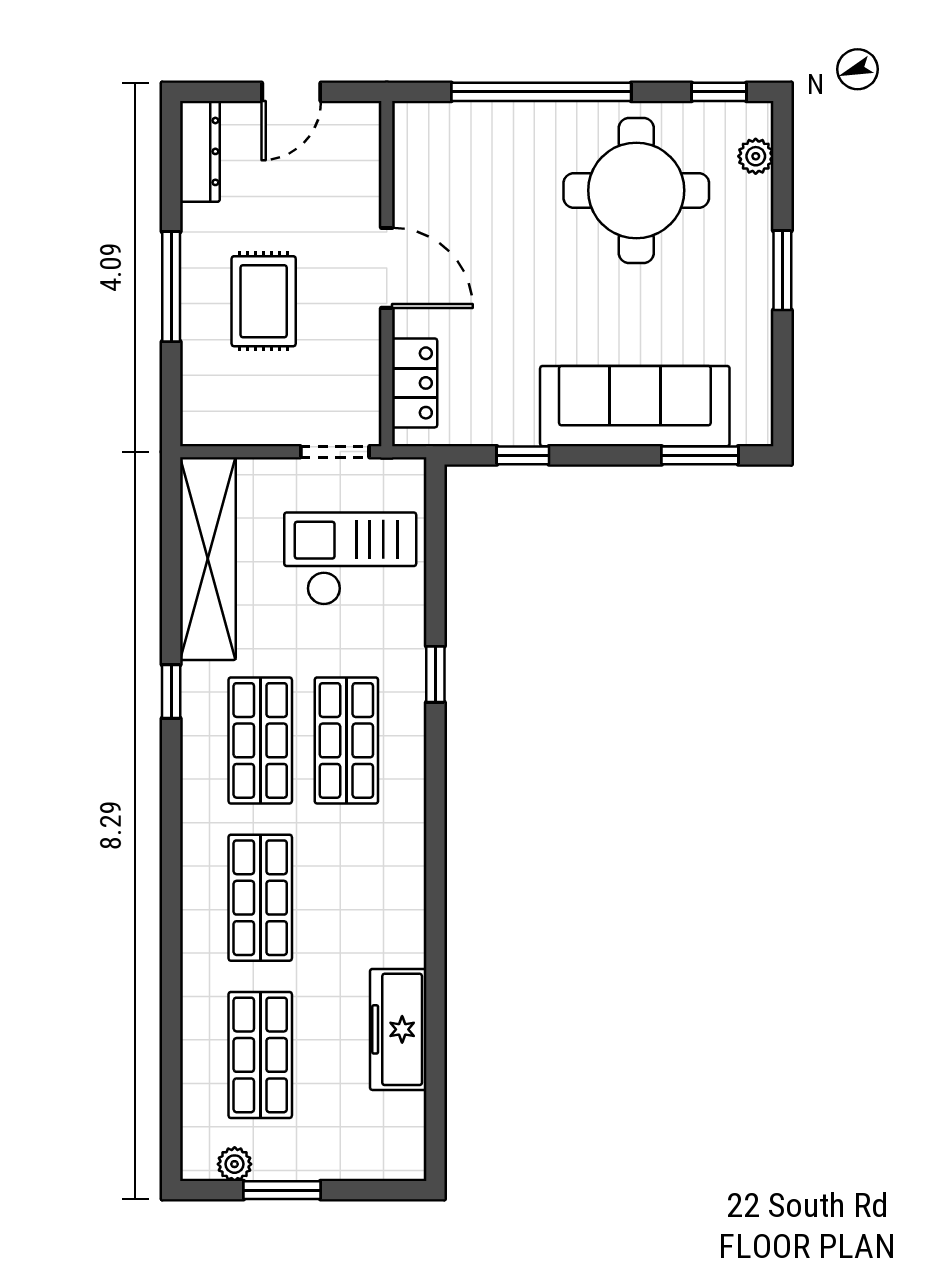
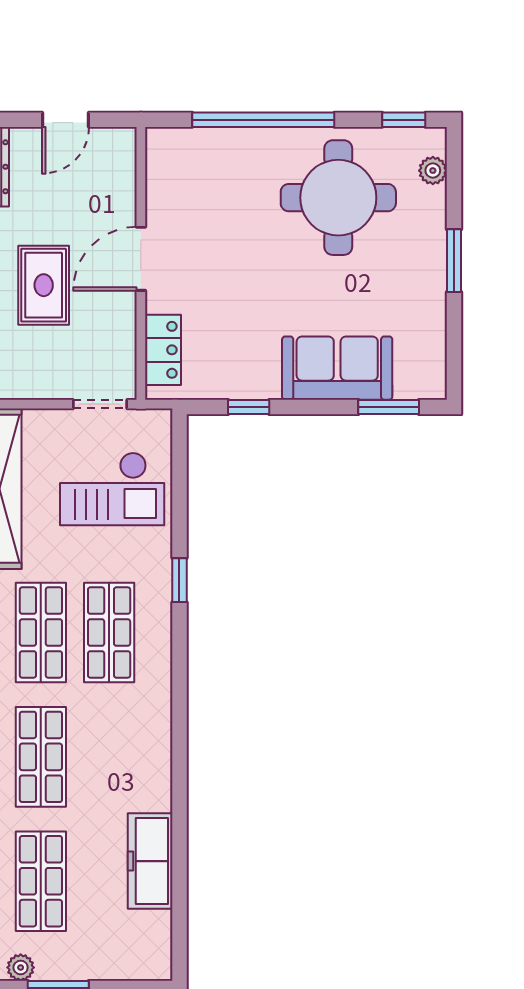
door: (387, 268) -> (141, 259), swing flipped
sofa: (635, 406) -> (337, 368), width x0.73
checkout: (350, 559) -> (112, 489), turned 180

